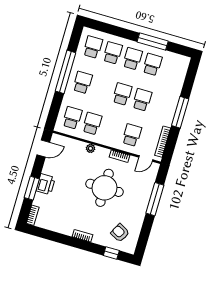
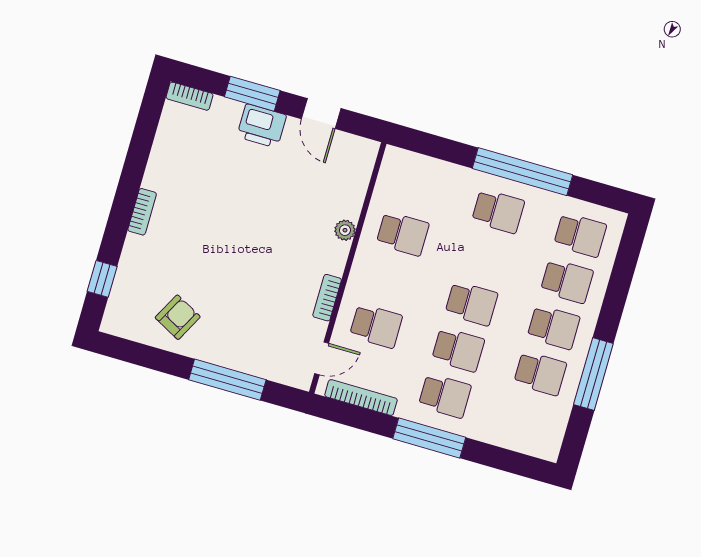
school desk: (72, 118) -> (445, 396), moved
door: (43, 148) -> (321, 114), moved
door: (146, 159) -> (322, 358), swing flipped
round table: (104, 188) -> (253, 263), removed
armchair: (120, 233) -> (178, 317), moved

